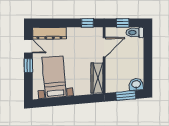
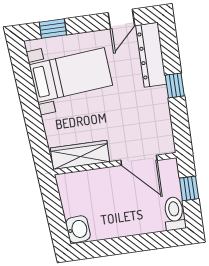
window: (87, 23) -> (175, 85), moved
window: (28, 66) -> (53, 29), moved
window: (126, 95) -> (55, 213), removed

